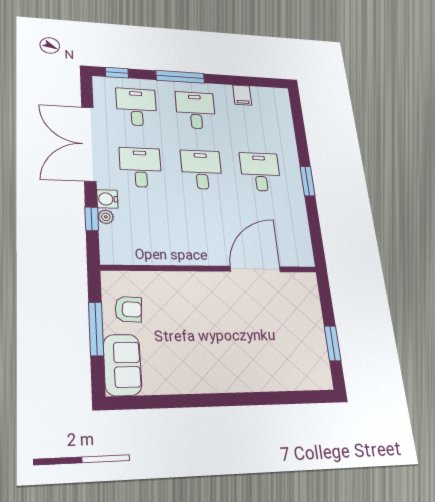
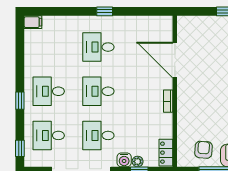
window: (180, 77) -> (20, 101), width x0.46
filing cabinet: (242, 95) -> (33, 22), moved
window: (307, 181) -> (105, 11), width x0.67
locker: (121, 256) -> (166, 153), added
bookcase: (196, 260) -> (168, 101), added

